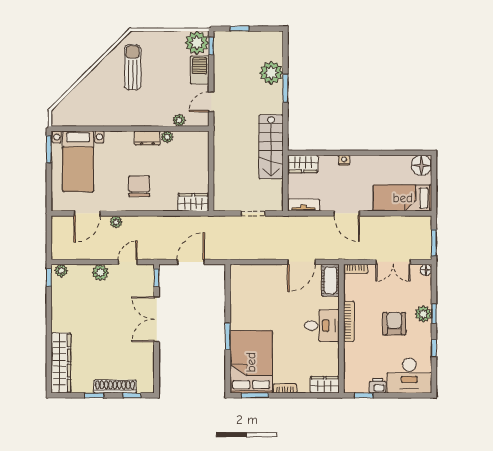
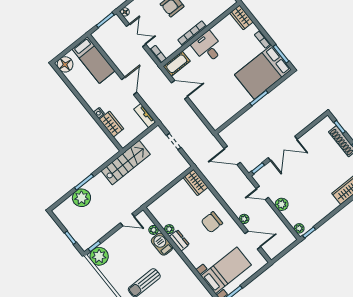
barbecue: (200, 70) -> (162, 244), moved, turned 90
wardrobe: (303, 164) -> (111, 124), moved

